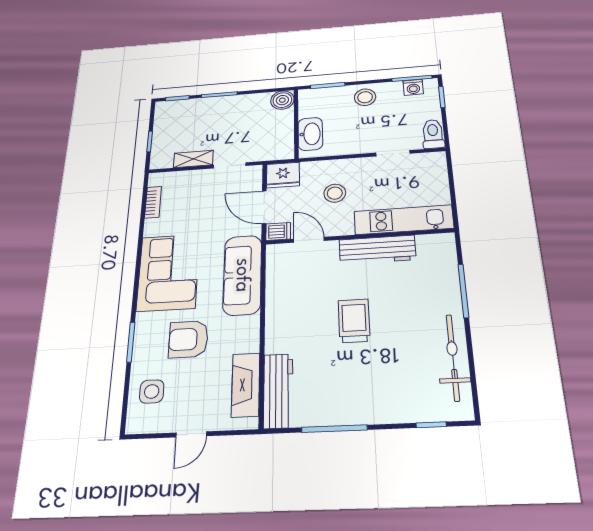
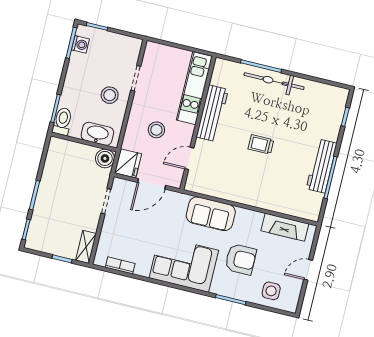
stool: (365, 97) -> (110, 95), moved
boiler: (282, 100) -> (105, 158), moved
toilet: (433, 134) -> (62, 121), moved, turned 90
shelving: (193, 159) -> (86, 247), moved
dishwasher: (278, 231) -> (175, 178), removed
sofa: (242, 275) -> (211, 214), width x0.73
trolley: (354, 321) -> (261, 144), width x0.73, depth x0.72
armchair: (188, 339) -> (241, 259), turned -90
bicycle: (453, 357) -> (274, 81), moved
workbench: (278, 391) -> (322, 166), moved, turned -90
door: (191, 434) -> (308, 270), swing flipped

